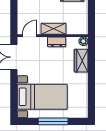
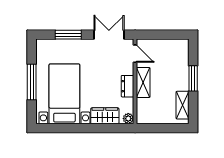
window: (14, 91) -> (68, 35), added
bed with nightstands: (42, 97) -> (64, 94), moved, turned 180

